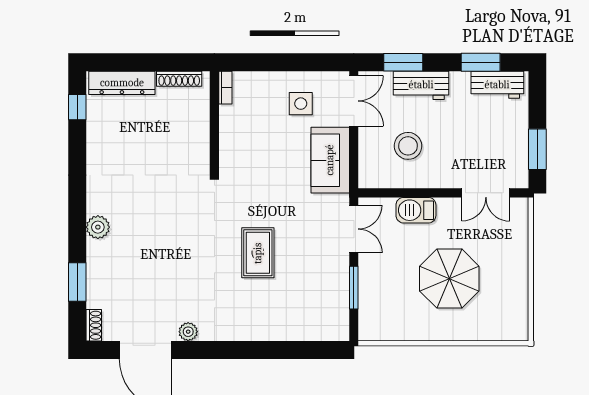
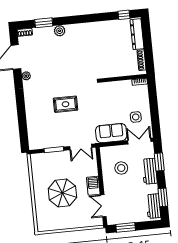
double door: (354, 101) -> (139, 141), swing flipped
barbecue: (416, 210) -> (93, 186), moved
plant: (98, 227) -> (60, 31), moved

